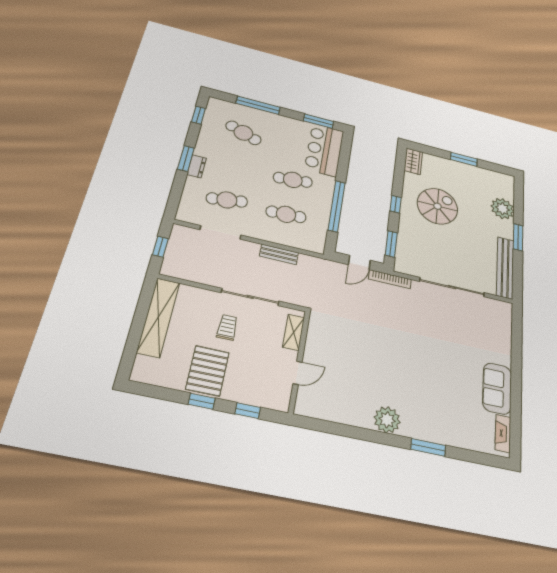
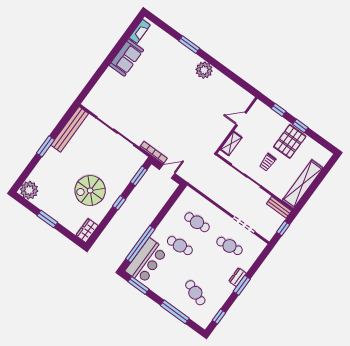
window: (337, 206) -> (140, 244), moved
plant: (502, 209) -> (29, 190), moved
bench: (279, 254) -> (279, 207), moved

